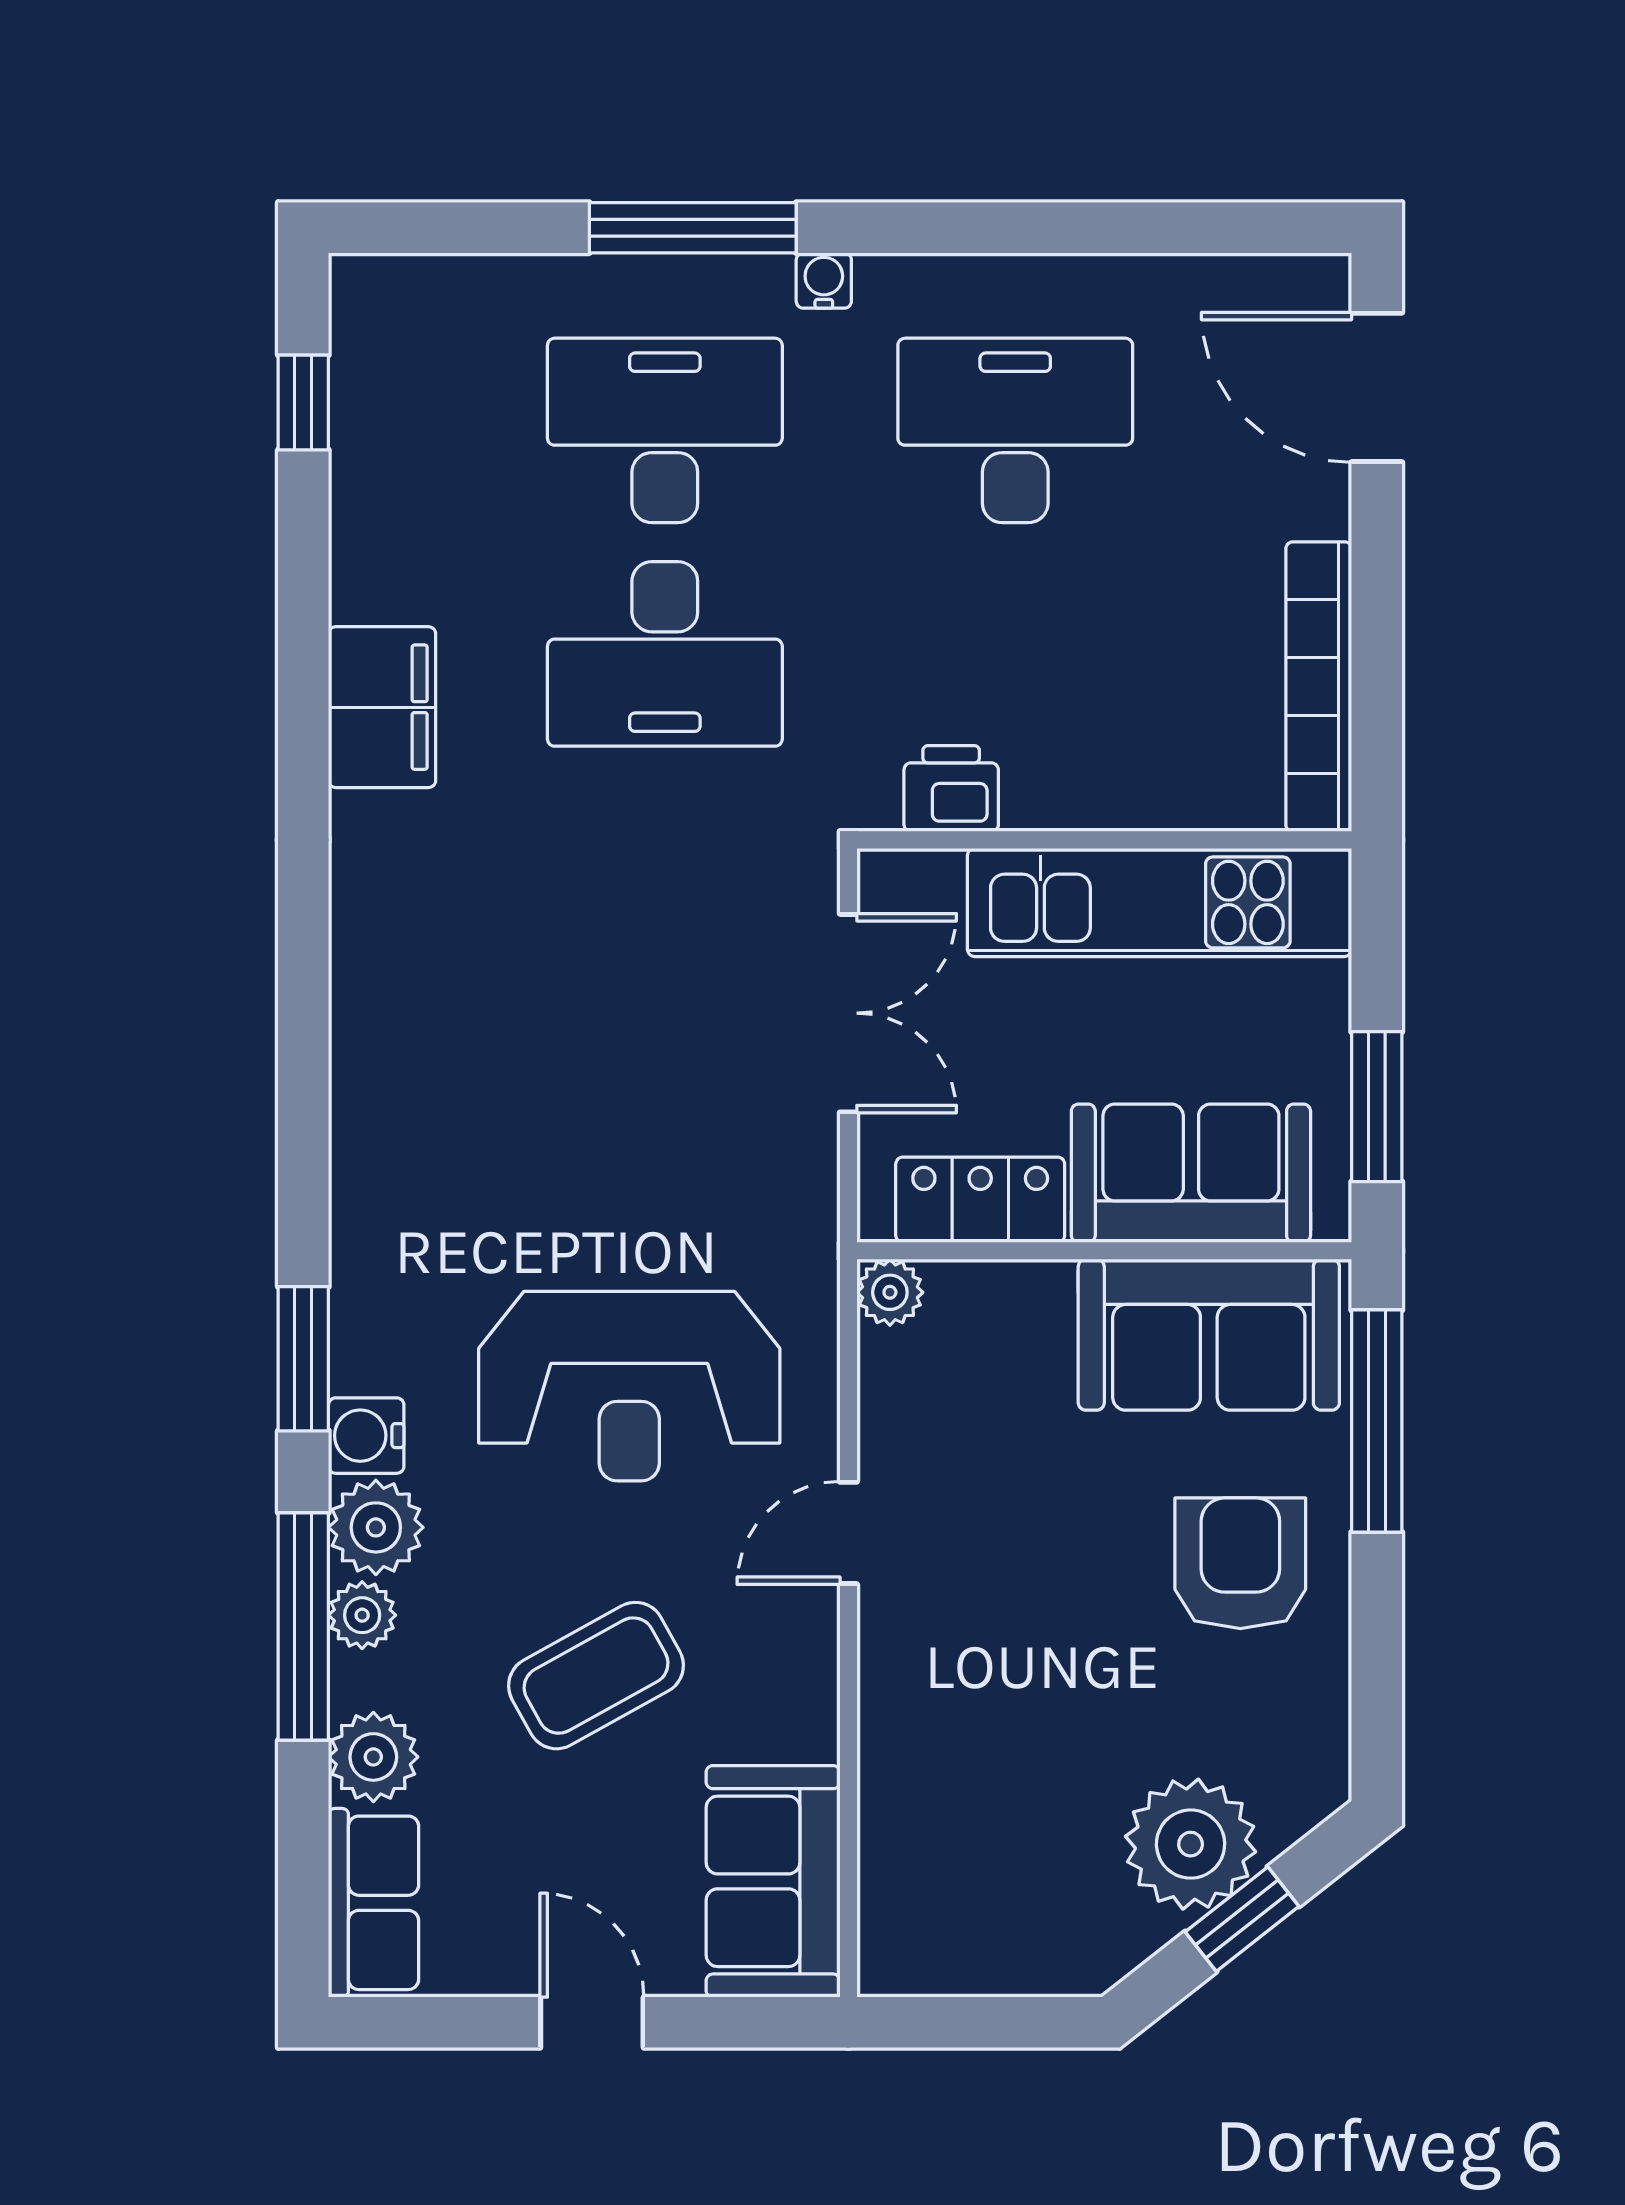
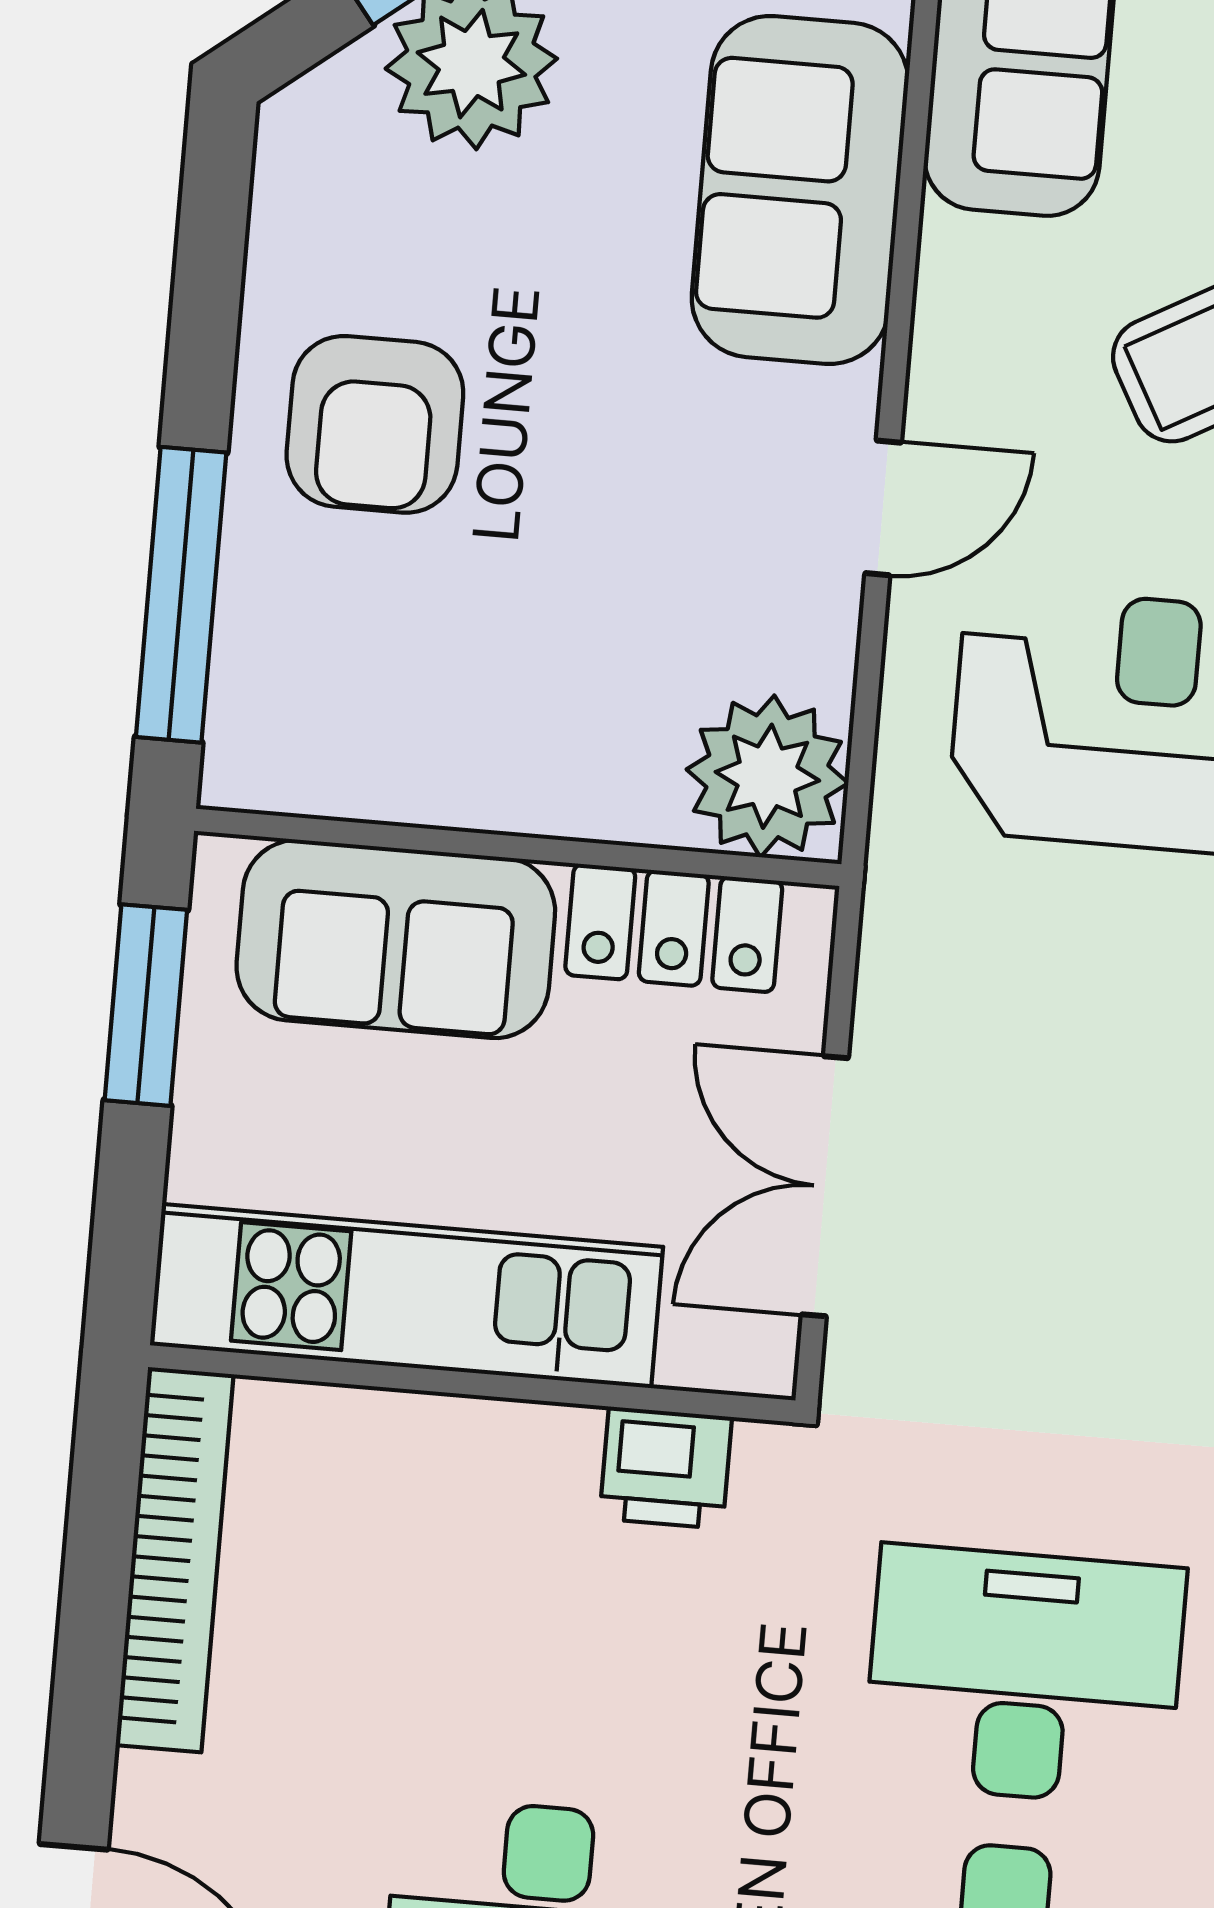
plant: (890, 1292) -> (767, 776), width x1.88, depth x1.88
sofa: (1209, 1335) -> (800, 190), moved, turned -90

